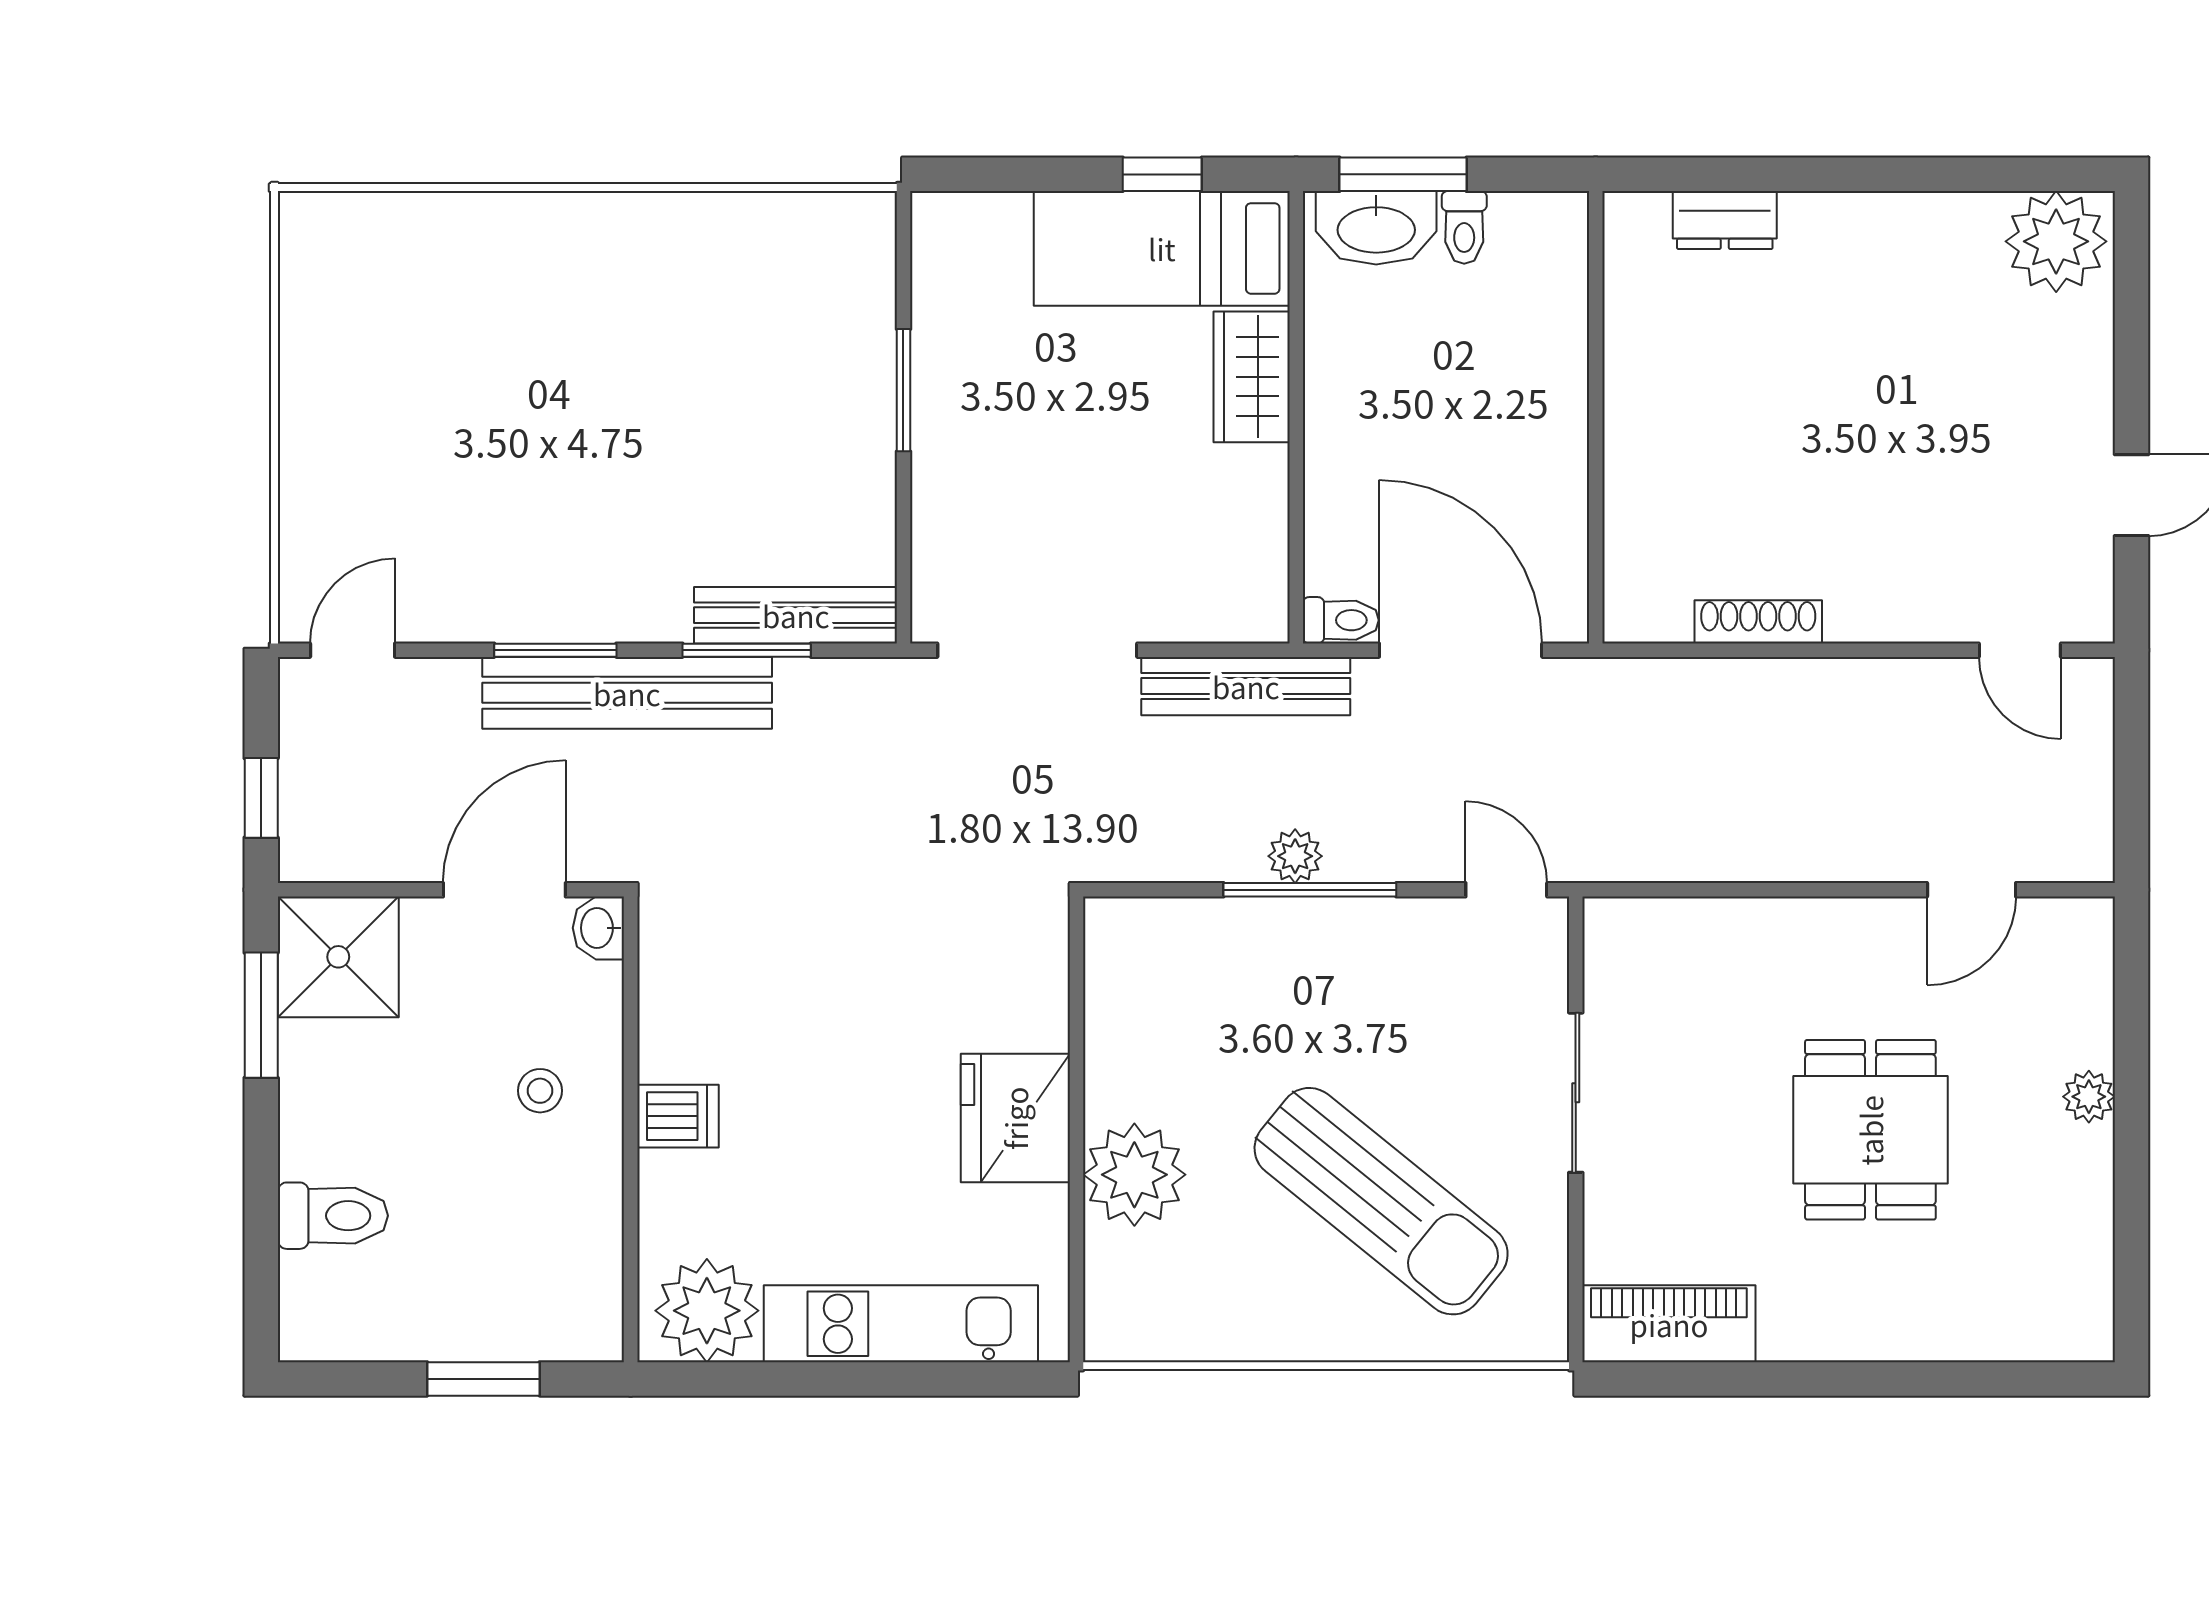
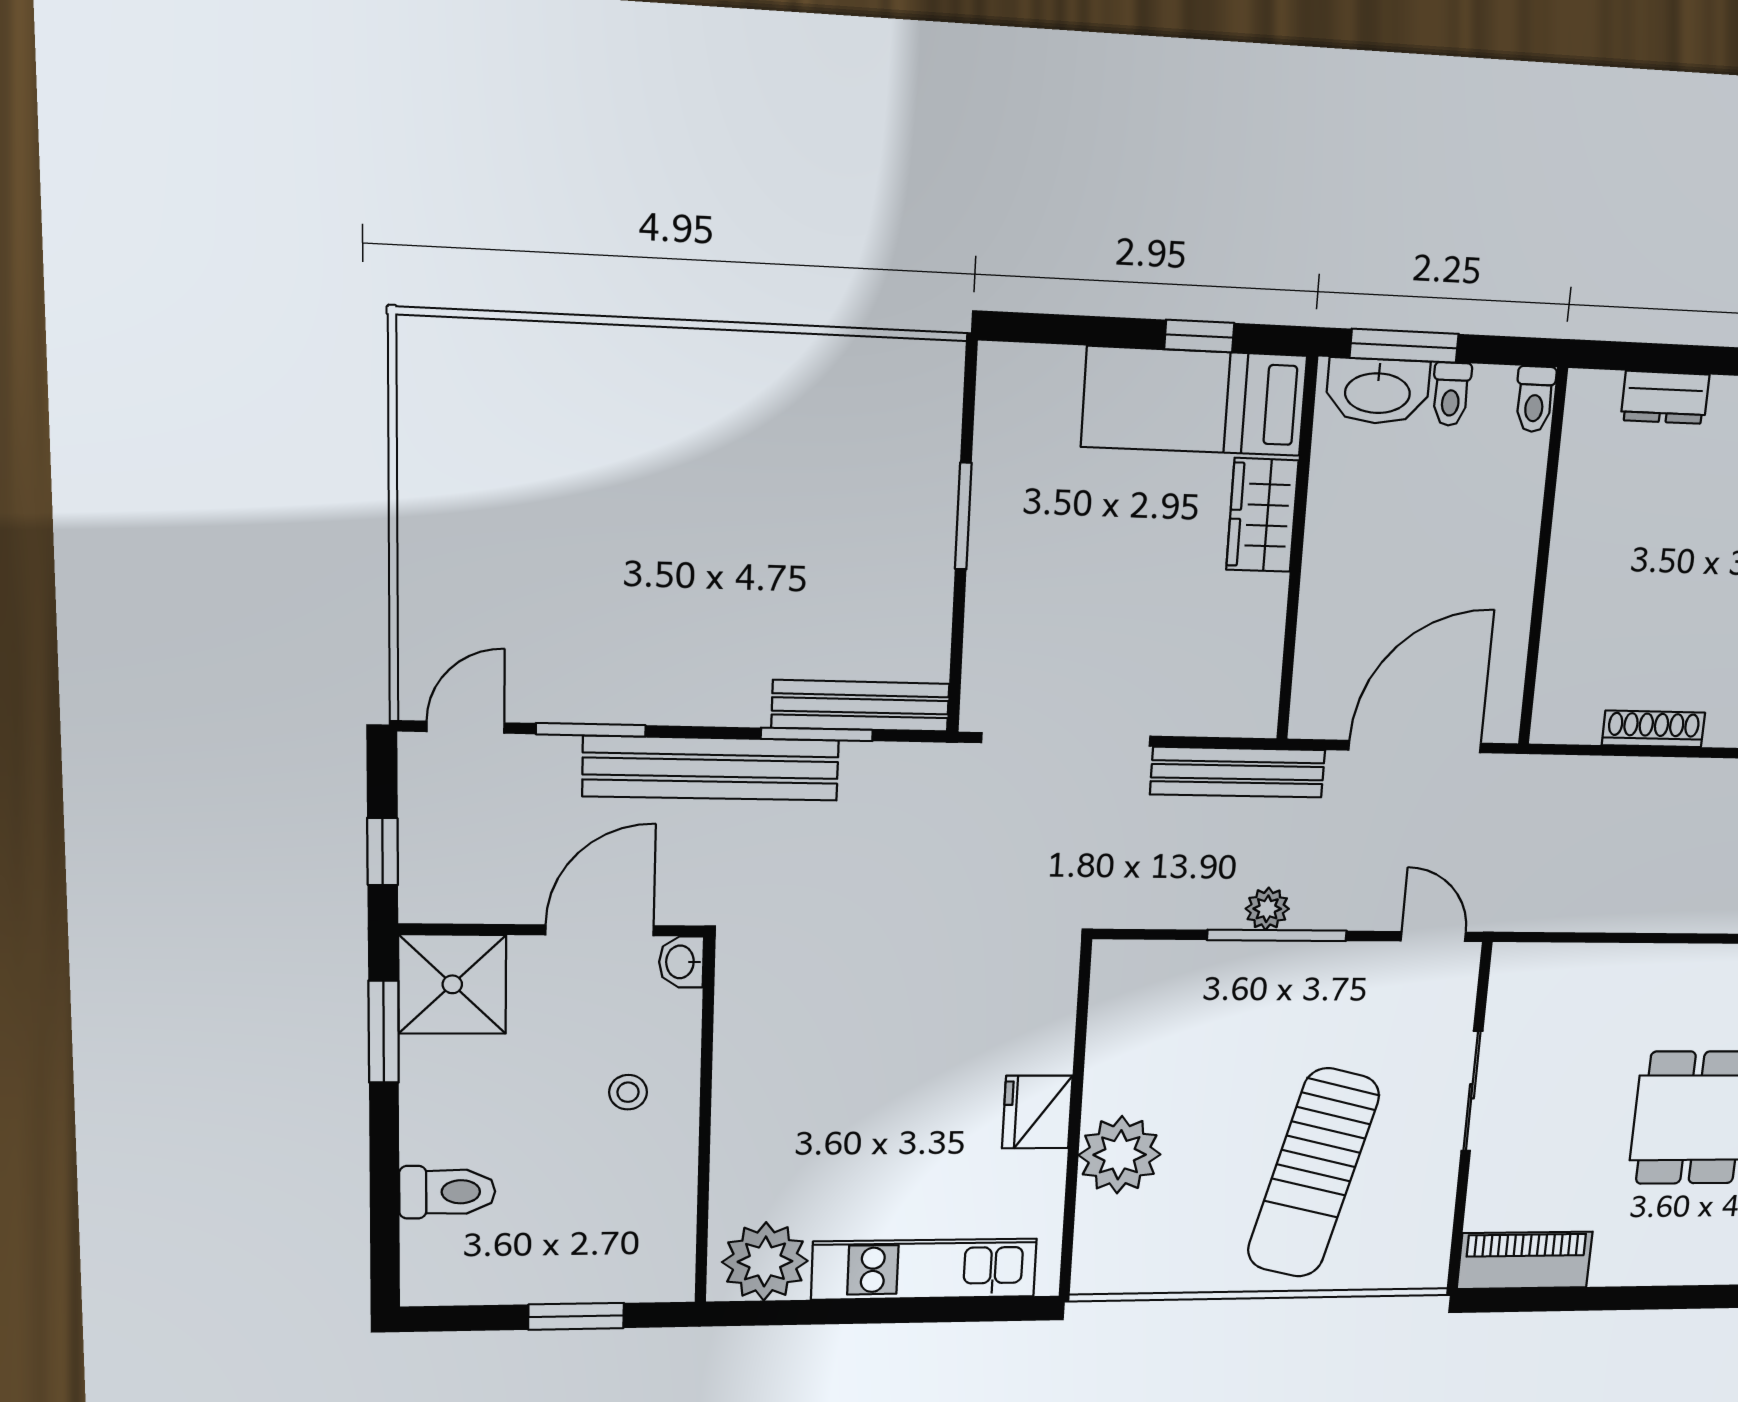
toilet: (1341, 620) -> (1535, 399), moved, turned 90
window: (555, 650) -> (591, 730), moved
door: (1461, 650) -> (1415, 747), hinge flipped
dishwasher: (678, 1116) -> (745, 1112), removed
fridge: (1015, 1118) -> (1037, 1112), width x0.73, depth x0.75
sun lounger: (1381, 1201) -> (1313, 1173), turned 65

